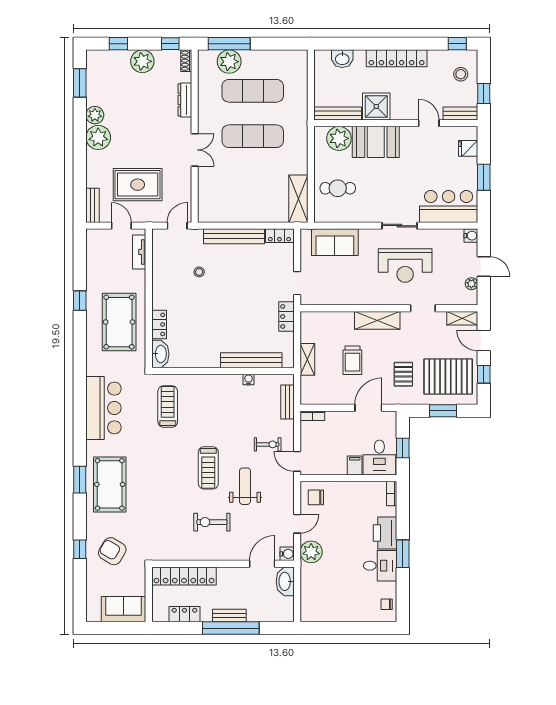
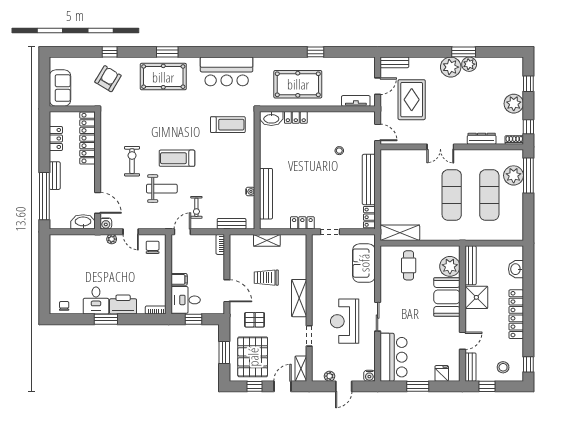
window: (80, 83) -> (464, 52), moved
plant: (311, 552) -> (112, 239), width x0.53, depth x0.53
window: (231, 628) -> (44, 196), moved

